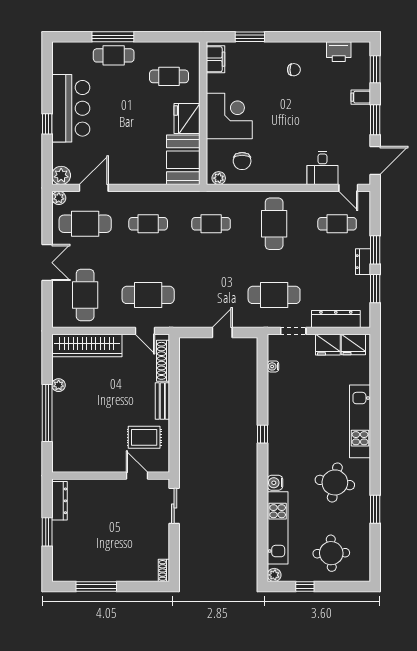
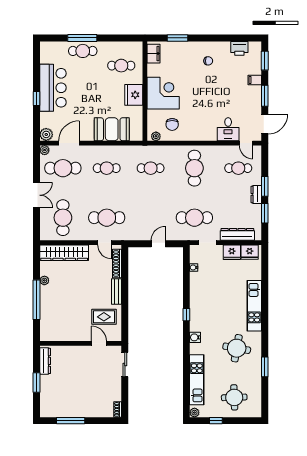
booth: (183, 160) -> (112, 129), moved, turned 90
water cooler: (275, 483) -> (195, 337), moved

